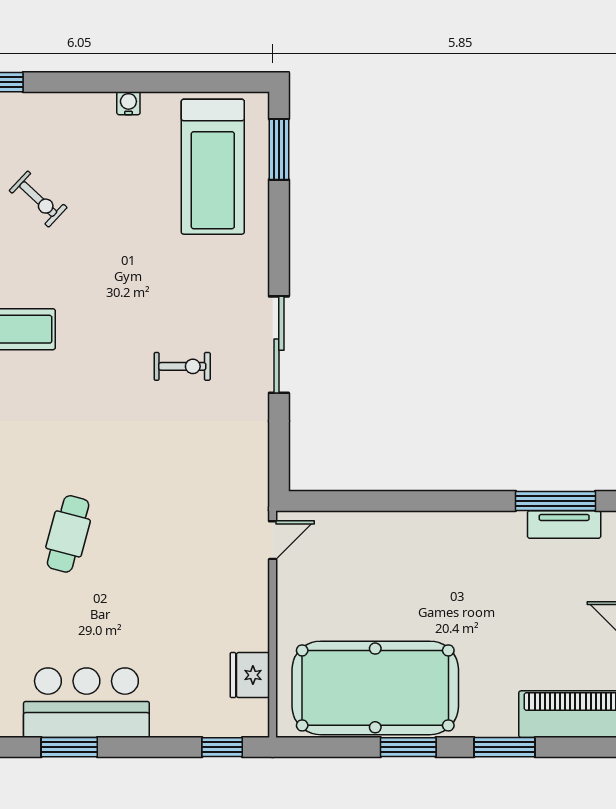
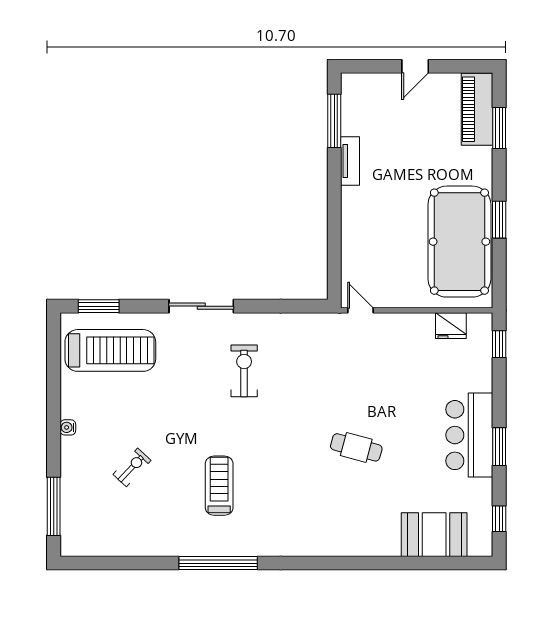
water cooler: (128, 103) -> (68, 427), moved
sliding door: (279, 345) -> (201, 306), moved
exercise bike: (182, 366) -> (244, 371), width x1.38, depth x1.39
tv unit: (564, 524) -> (350, 161), moved
window: (505, 747) -> (499, 128), moved

